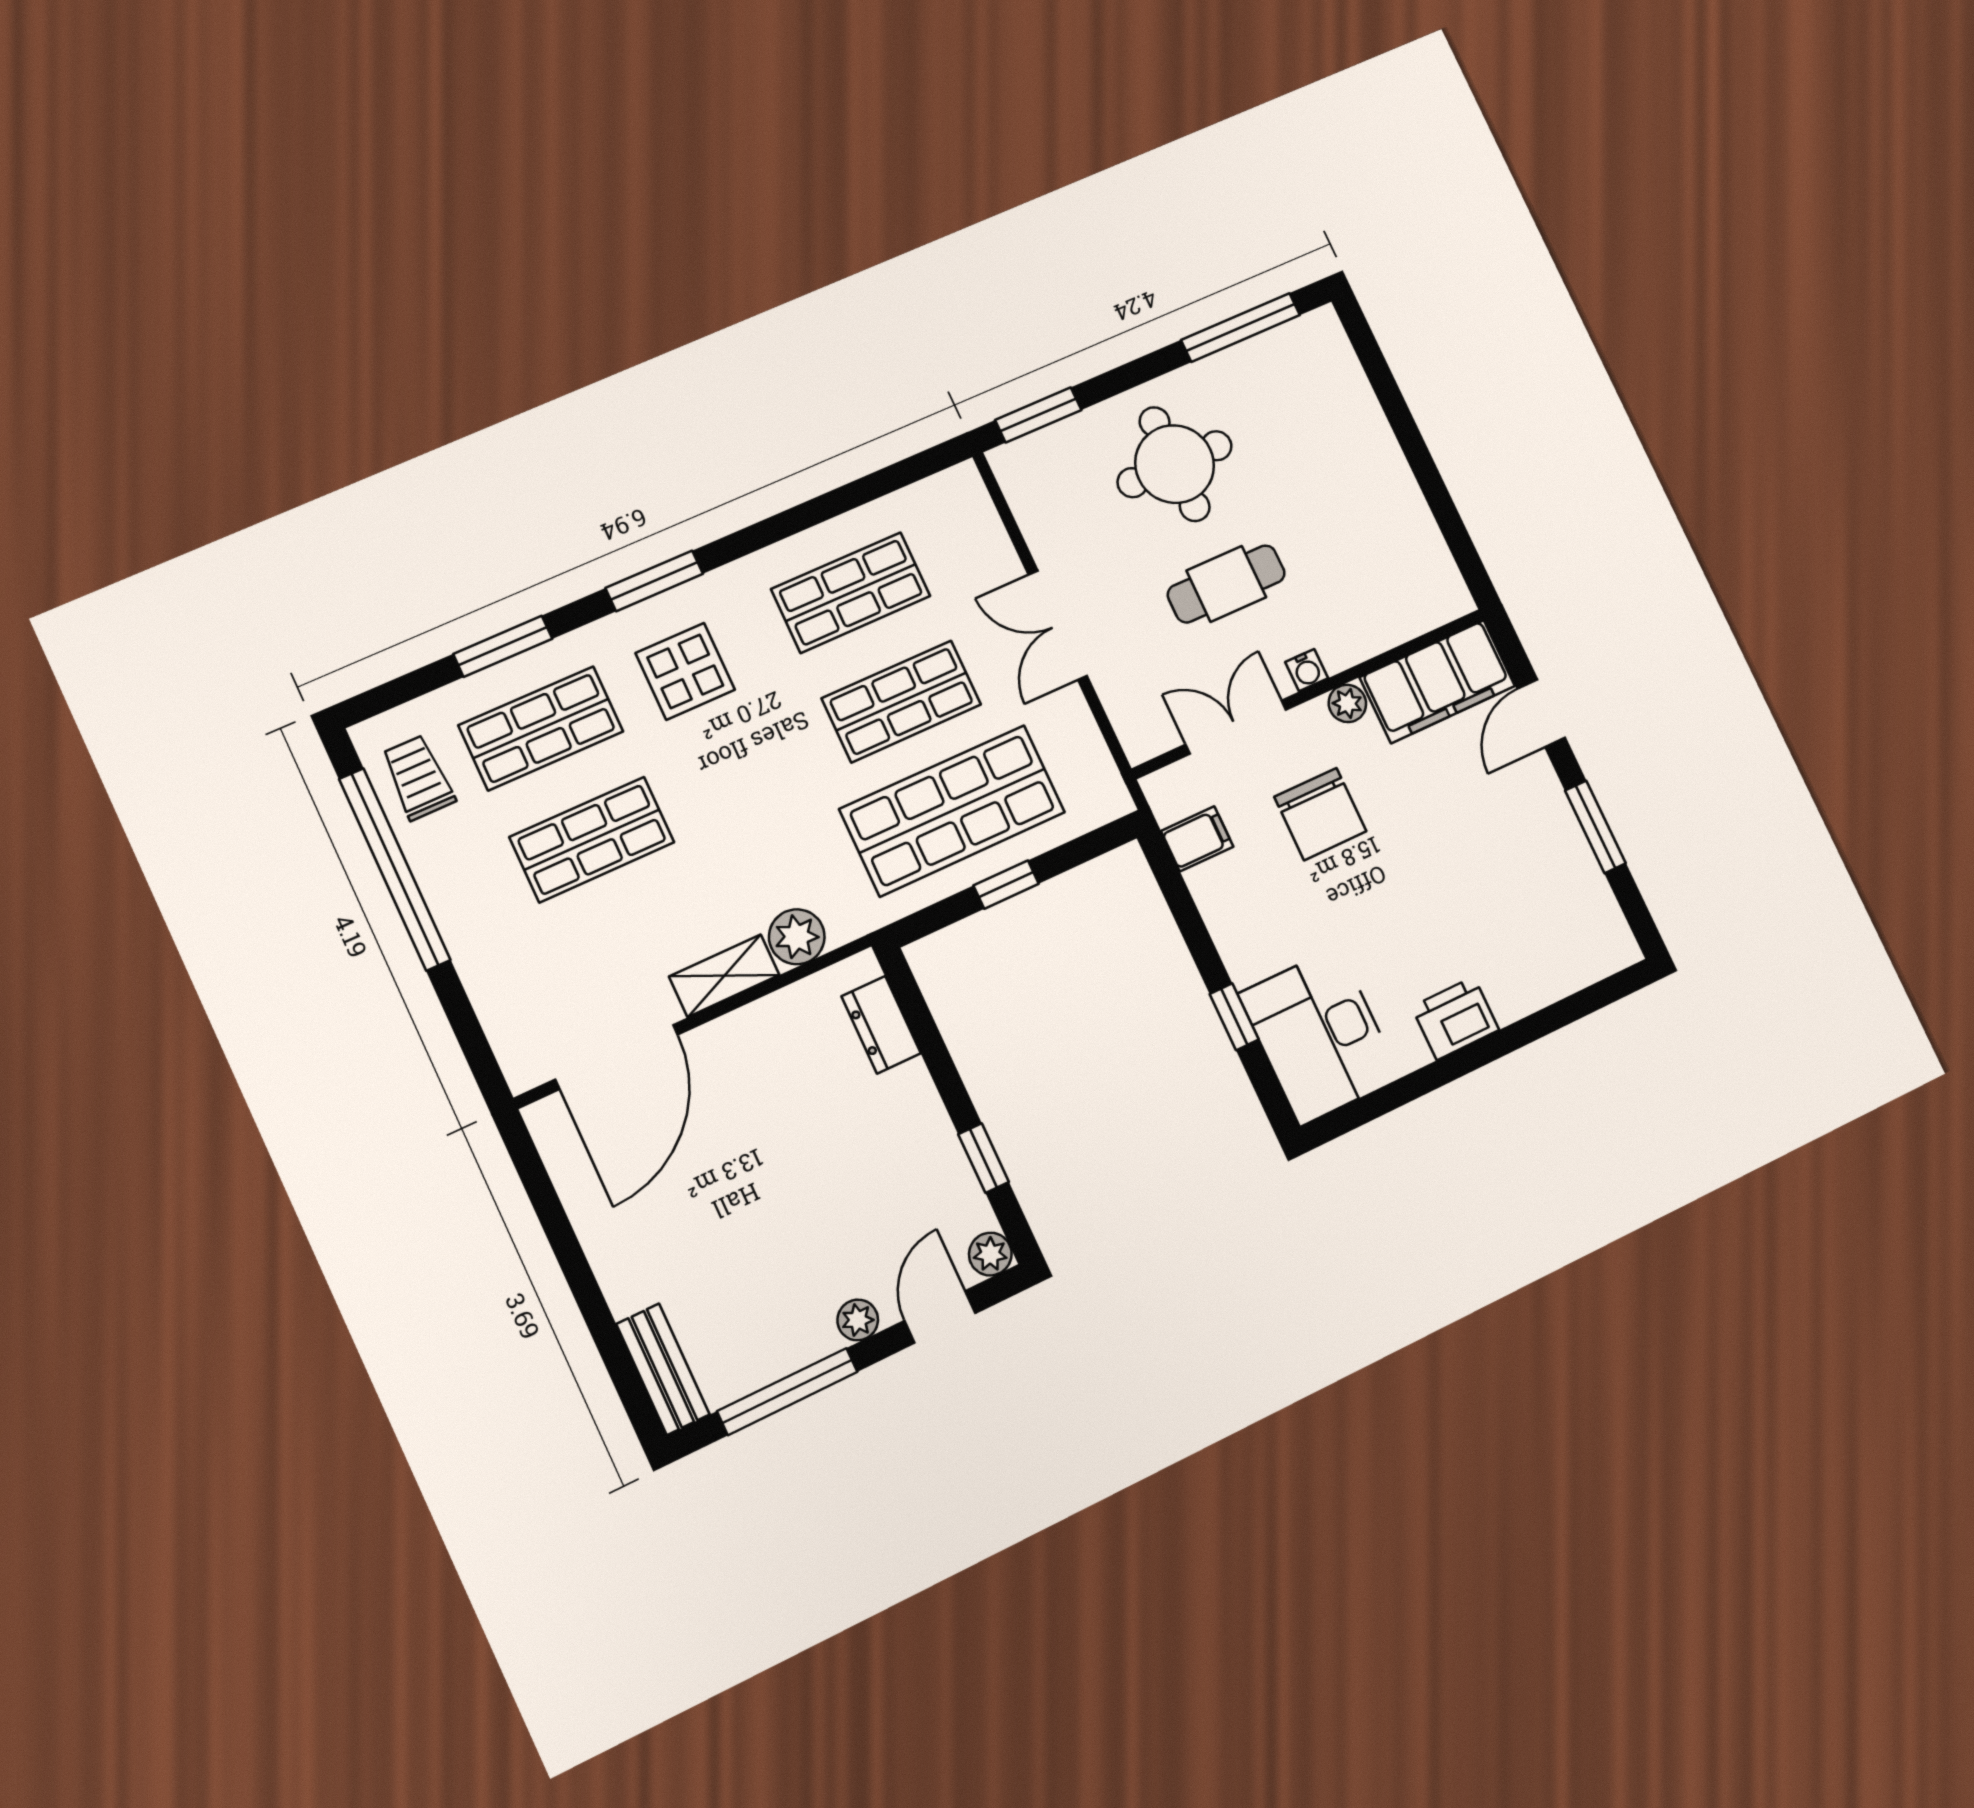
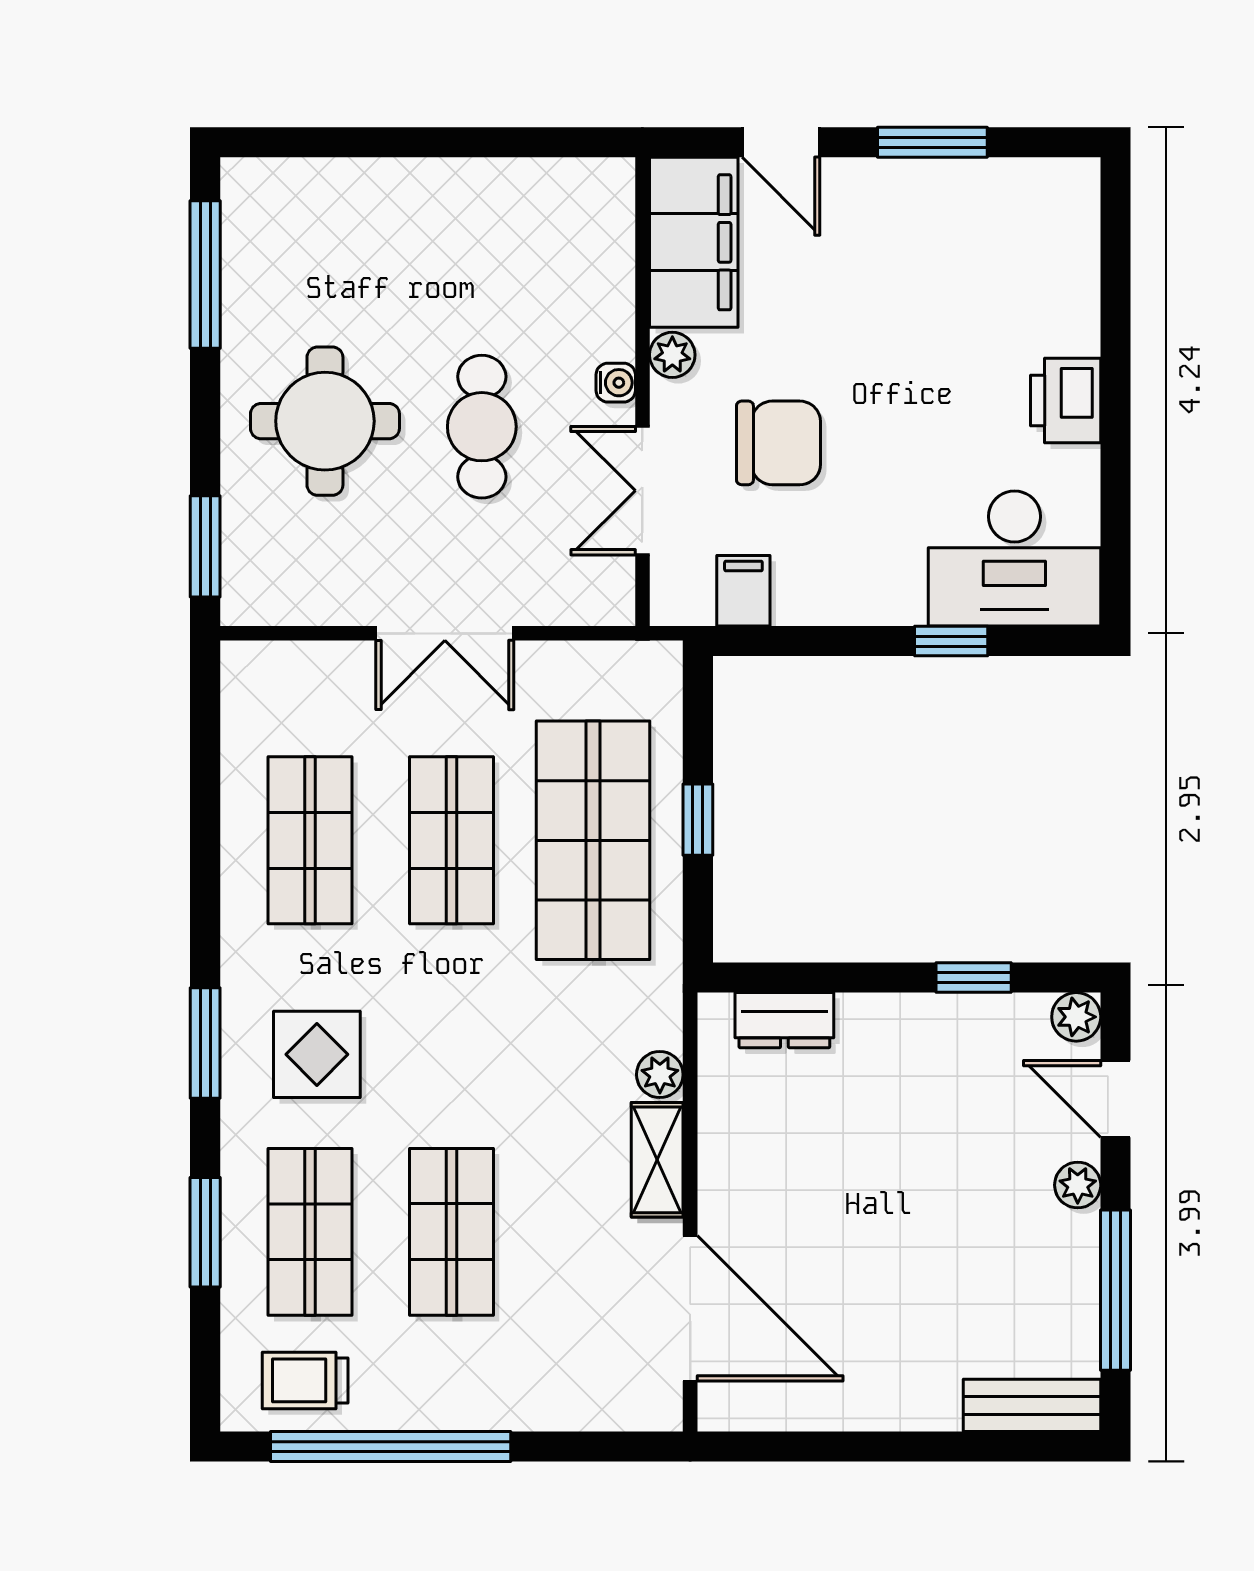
plant: (797, 937) -> (660, 1075), width x0.73, depth x0.73

